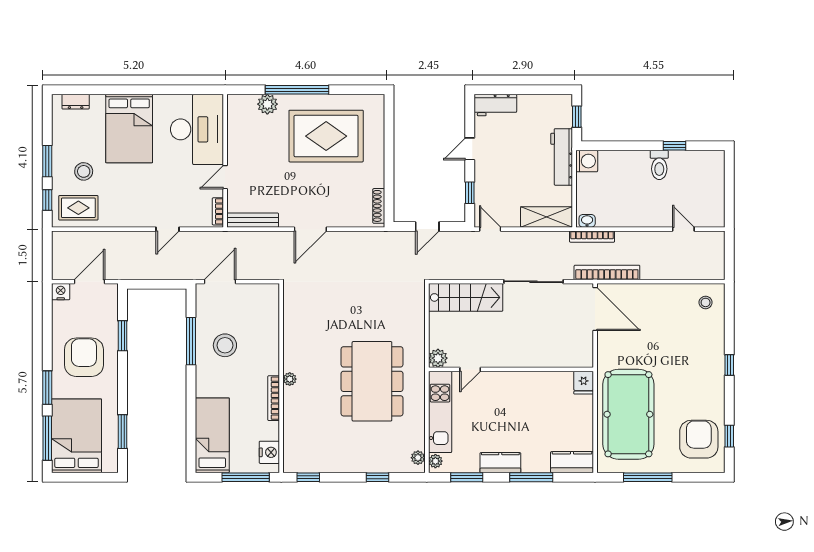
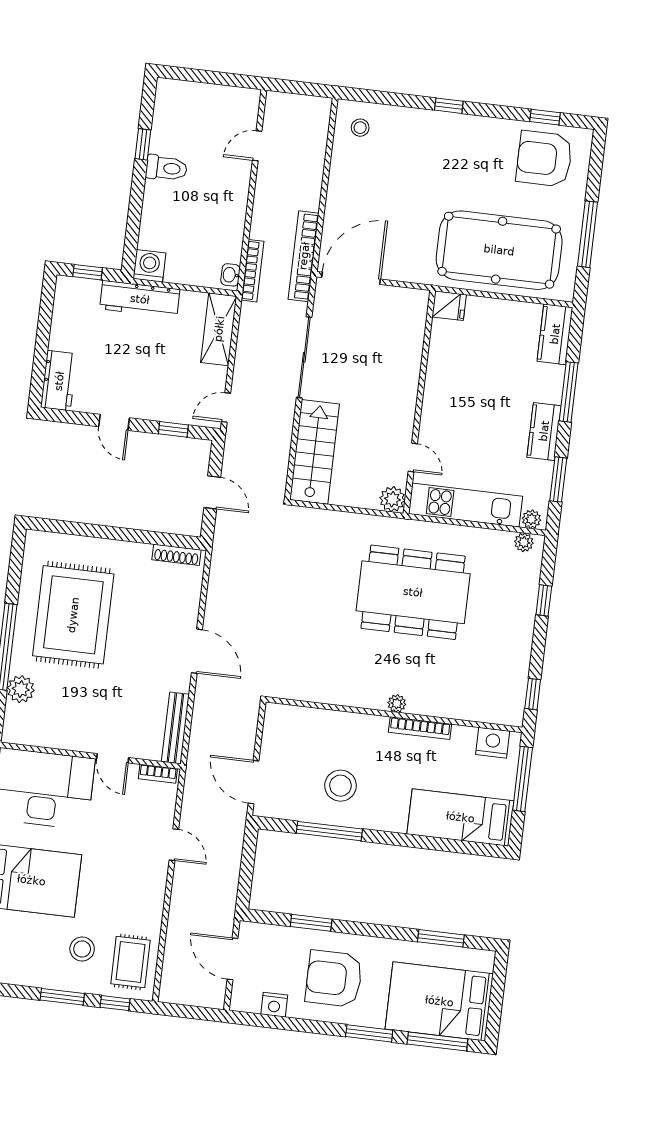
nightstand: (61, 292) -> (274, 1005), moved, turned -90

